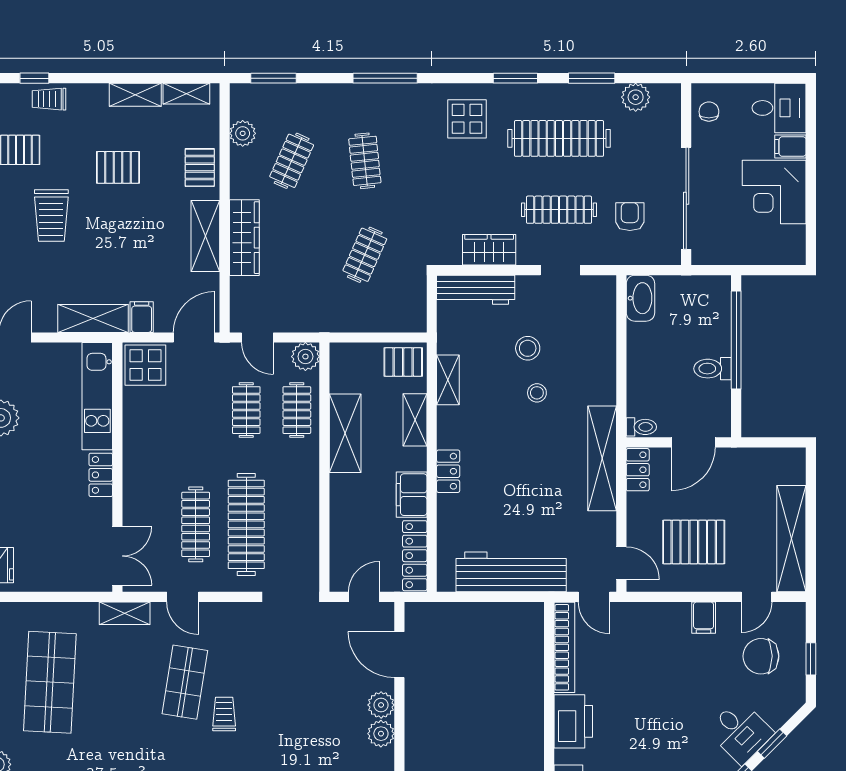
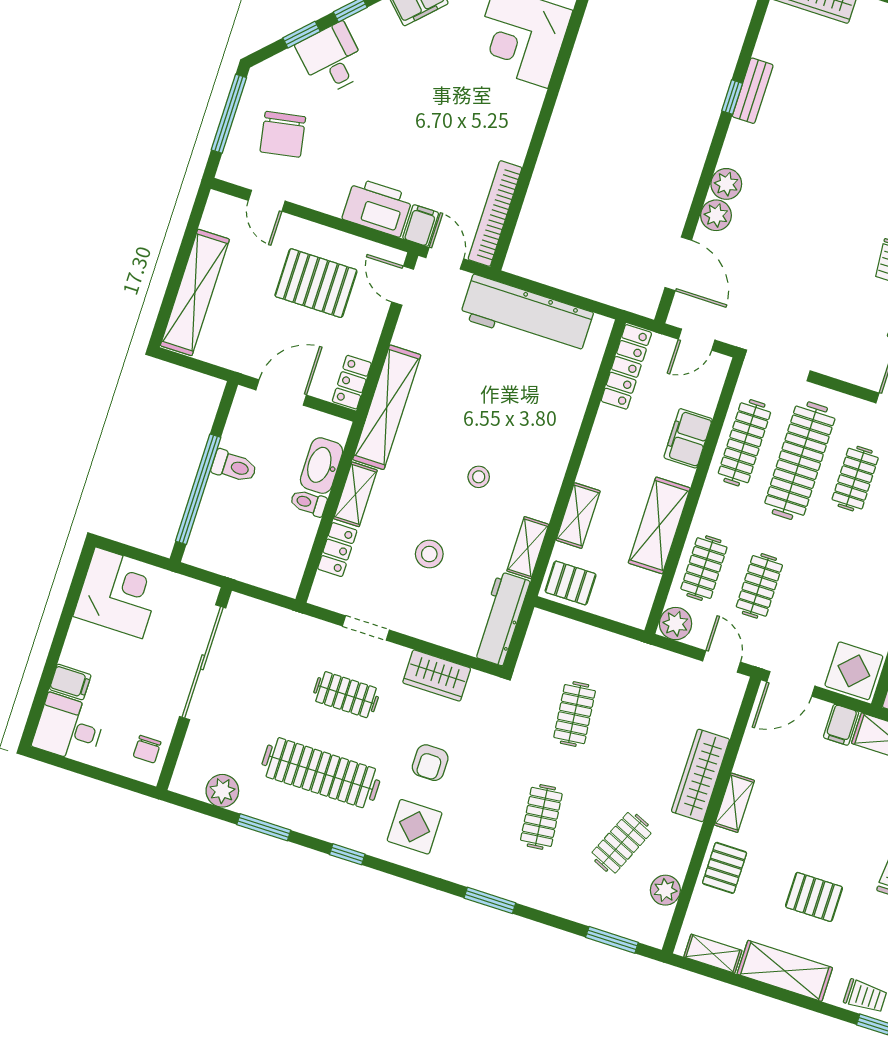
window: (385, 78) -> (490, 900), width x0.69
window: (515, 78) -> (347, 854), width x0.67
shelving: (135, 95) -> (785, 971), width x1.50, depth x1.33
corner desk: (774, 192) -> (119, 593), moved
clothes rail: (559, 210) -> (346, 695), width x0.73
armchair: (630, 217) -> (430, 763), moved
shelving: (205, 236) -> (734, 803), width x0.67, depth x0.75
clothes rail: (365, 255) -> (575, 714), turned -30
workbench: (476, 290) -> (501, 619), moved, turned -90
washbasin: (640, 298) -> (321, 466), moved
shelving: (605, 378) -> (355, 494), added
stool: (537, 393) -> (479, 477), moved
toilet: (641, 427) -> (308, 503), moved
locker: (448, 471) -> (337, 550), moved, turned 180
filing cabinet: (412, 495) -> (688, 438), moved, turned 180
clothes rail: (196, 524) -> (855, 479), width x0.73
clothes rail: (297, 524) -> (744, 443), added
shelving: (791, 539) -> (195, 292), moved
door: (756, 597) -> (267, 201), swing flipped
filing cabinet: (704, 618) -> (421, 226), moved
chair: (761, 656) -> (283, 134), turned 80
window: (811, 659) -> (229, 114), width x2.17
printer: (573, 721) -> (378, 207), moved, turned 90

